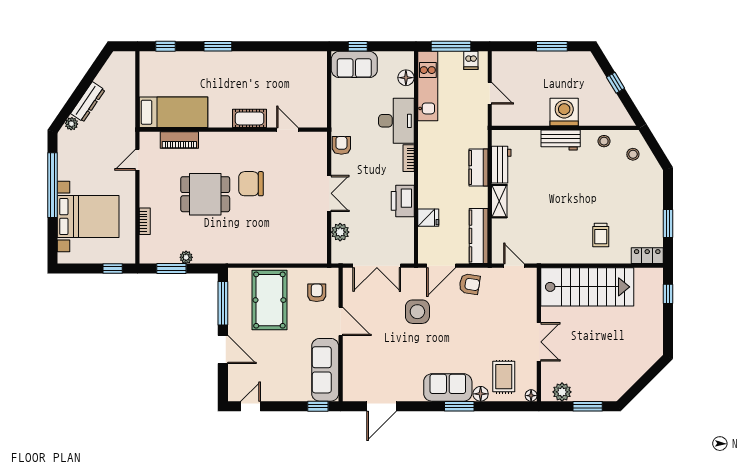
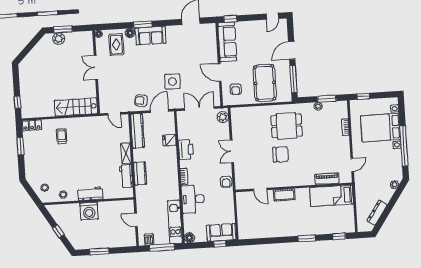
floor lamp: (406, 78) -> (189, 238), moved
dresser: (88, 102) -> (377, 213), moved
dining table: (205, 194) -> (287, 126), moved
plant: (340, 232) -> (223, 117), moved
stairs: (587, 287) -> (76, 107), width x0.73, depth x0.66
door: (223, 349) -> (292, 50), hinge flipped
plant: (562, 392) -> (59, 39), moved

